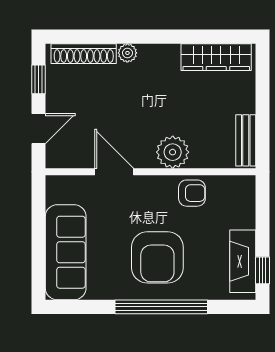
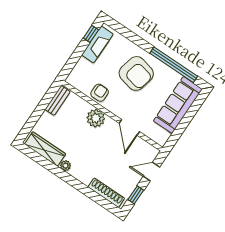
plant: (127, 53) -> (65, 166), moved
armchair: (192, 193) -> (100, 93), turned 90
armchair: (157, 257) -> (136, 73), turned 103
window: (161, 307) -> (174, 65), moved

